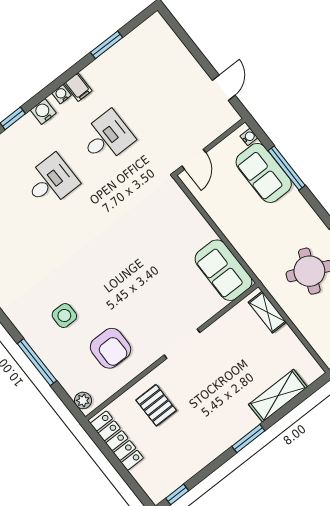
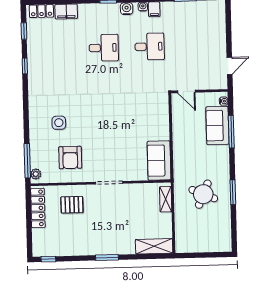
door: (194, 159) -> (186, 91), hinge flipped
window: (37, 362) -> (27, 161), moved
shelving: (278, 396) -> (154, 246), moved
pallet: (156, 405) -> (72, 205), turned 90

